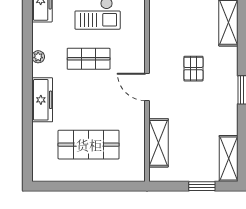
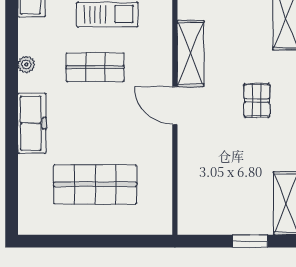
pallet: (193, 69) -> (257, 100), moved
shelving: (159, 143) -> (191, 54), moved

